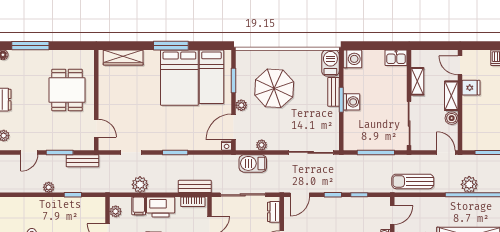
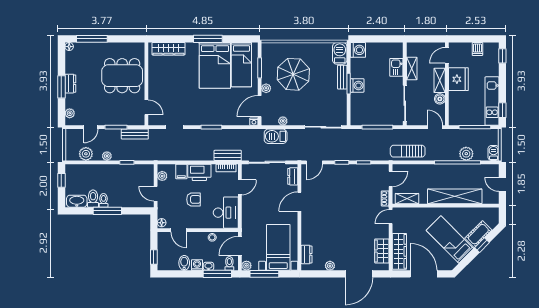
kitchen sink: (396, 58) -> (396, 67), moved, turned 90
door: (460, 65) -> (447, 55), hinge flipped
fridge: (471, 88) -> (458, 79), width x1.88, depth x1.34
dining table: (67, 90) -> (122, 76), width x1.38
plant: (469, 184) -> (466, 154), moved
plant: (140, 185) -> (86, 154), moved

